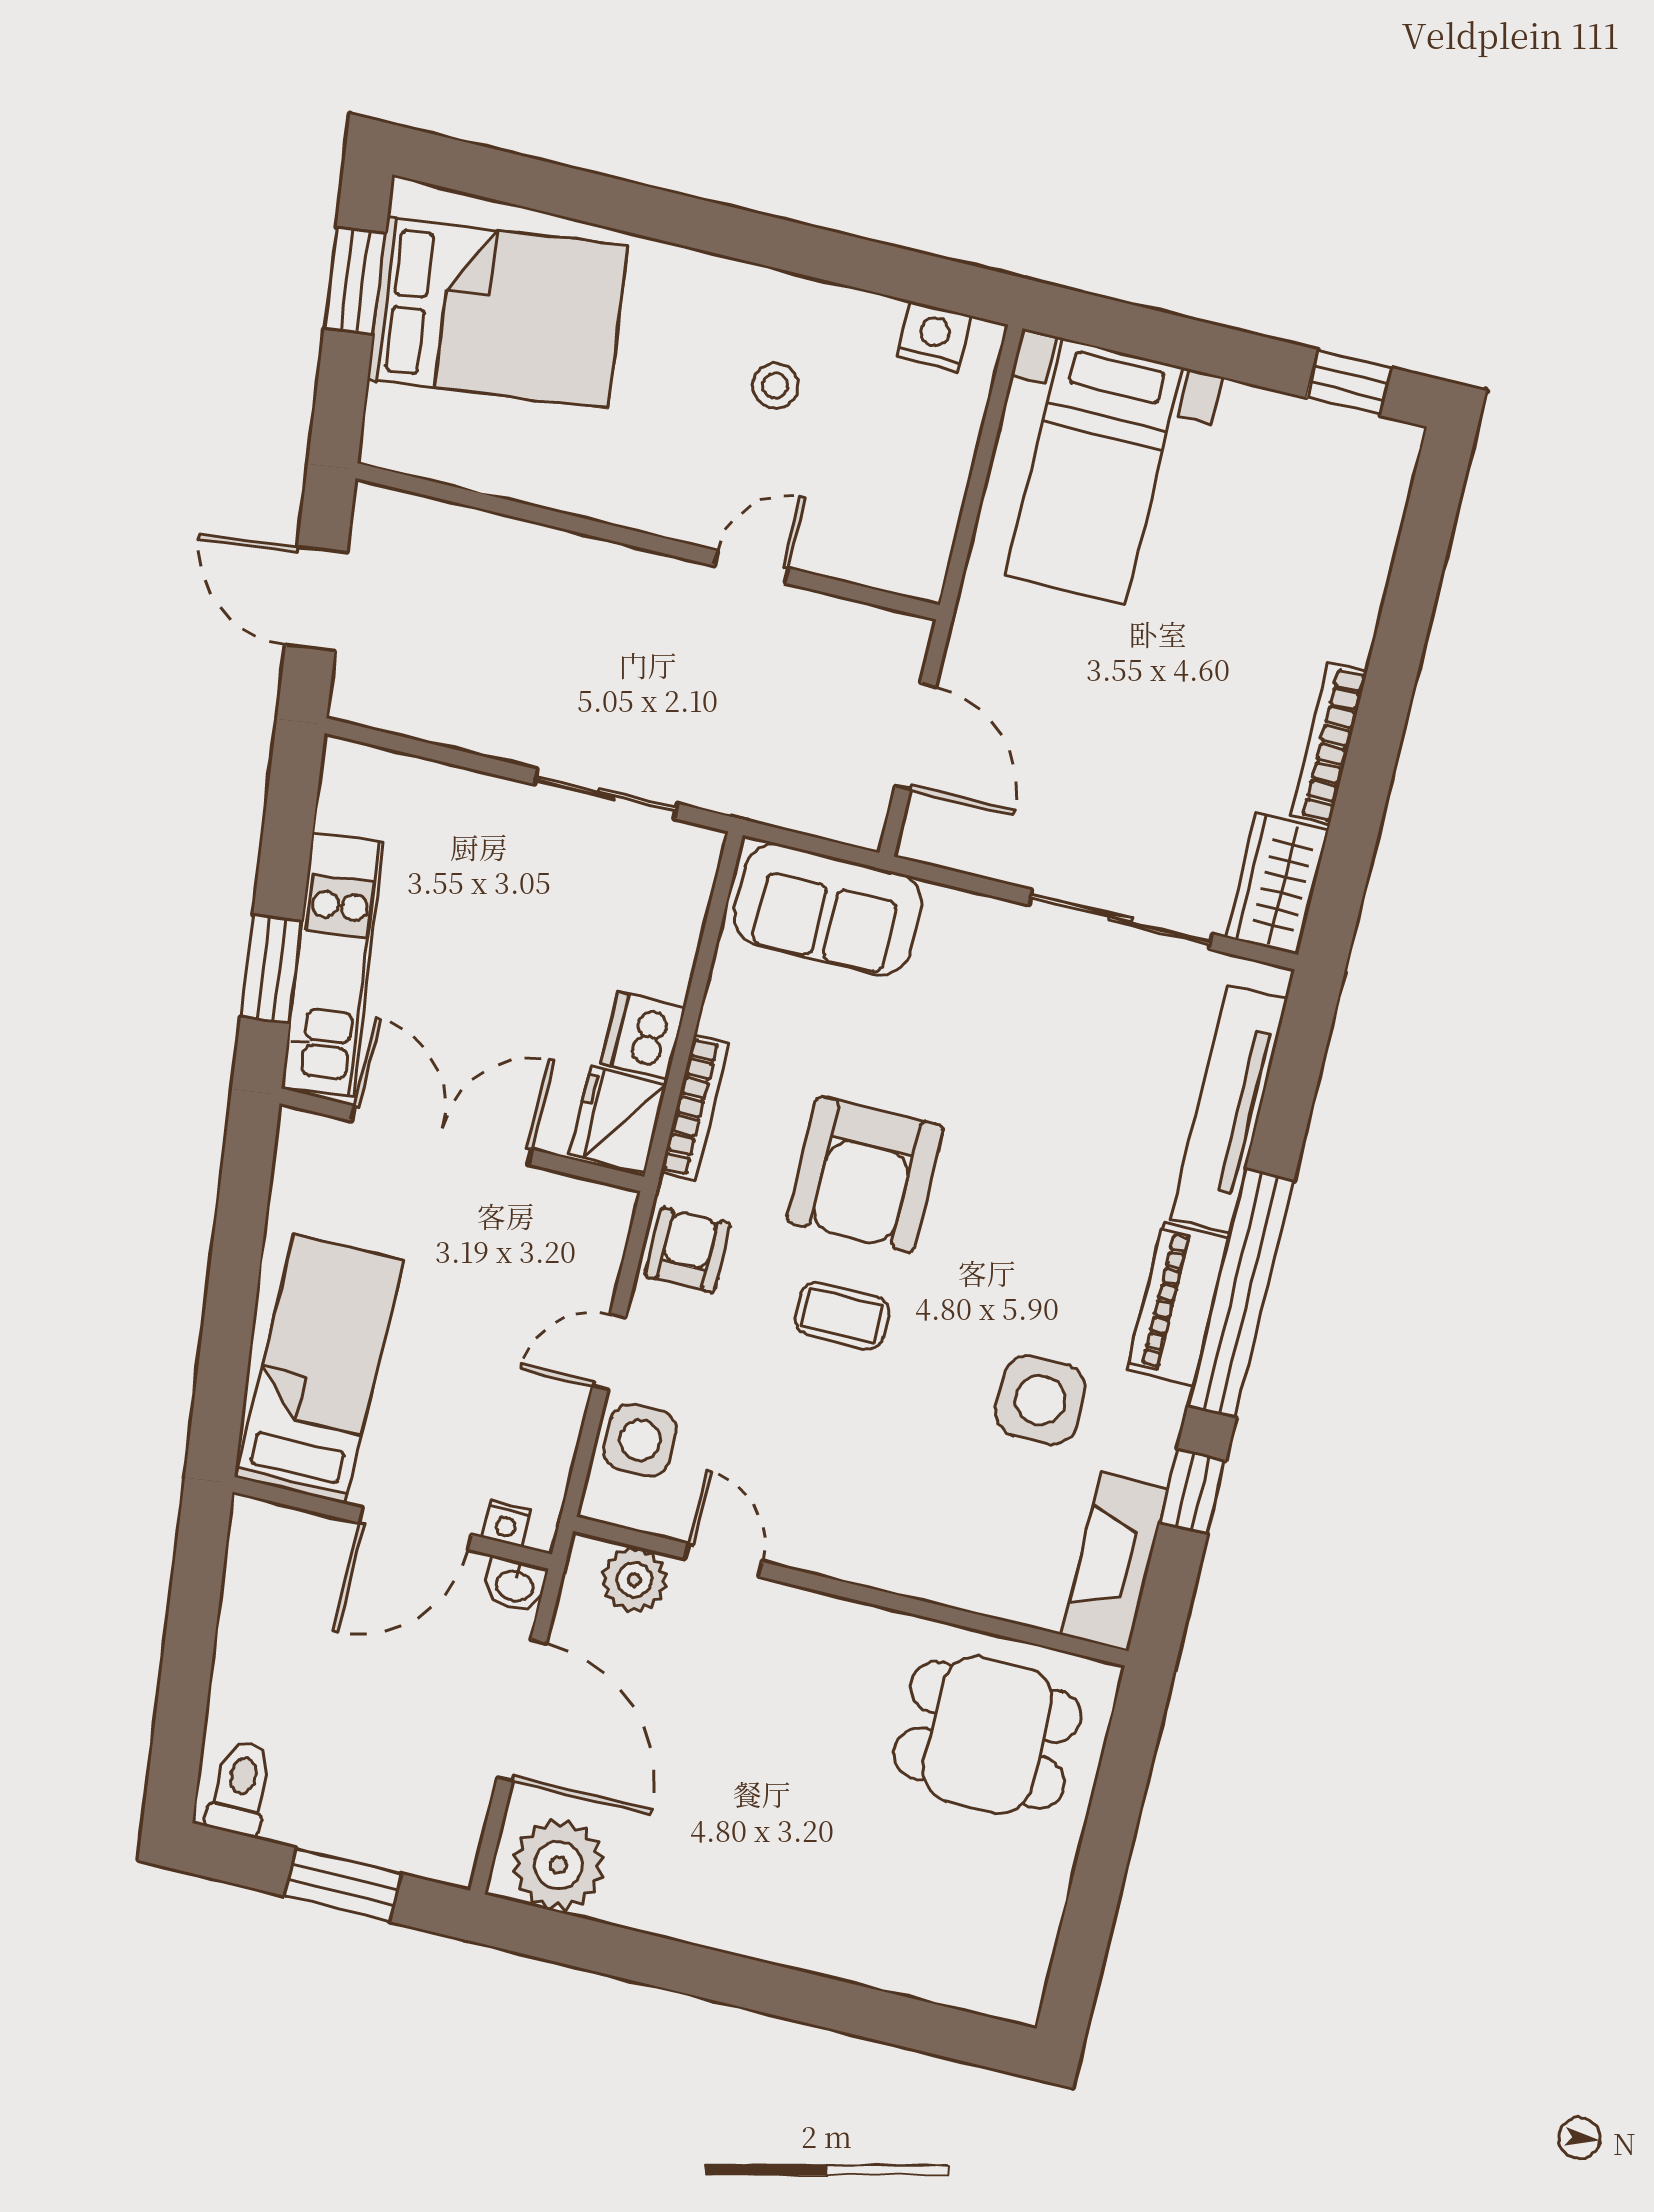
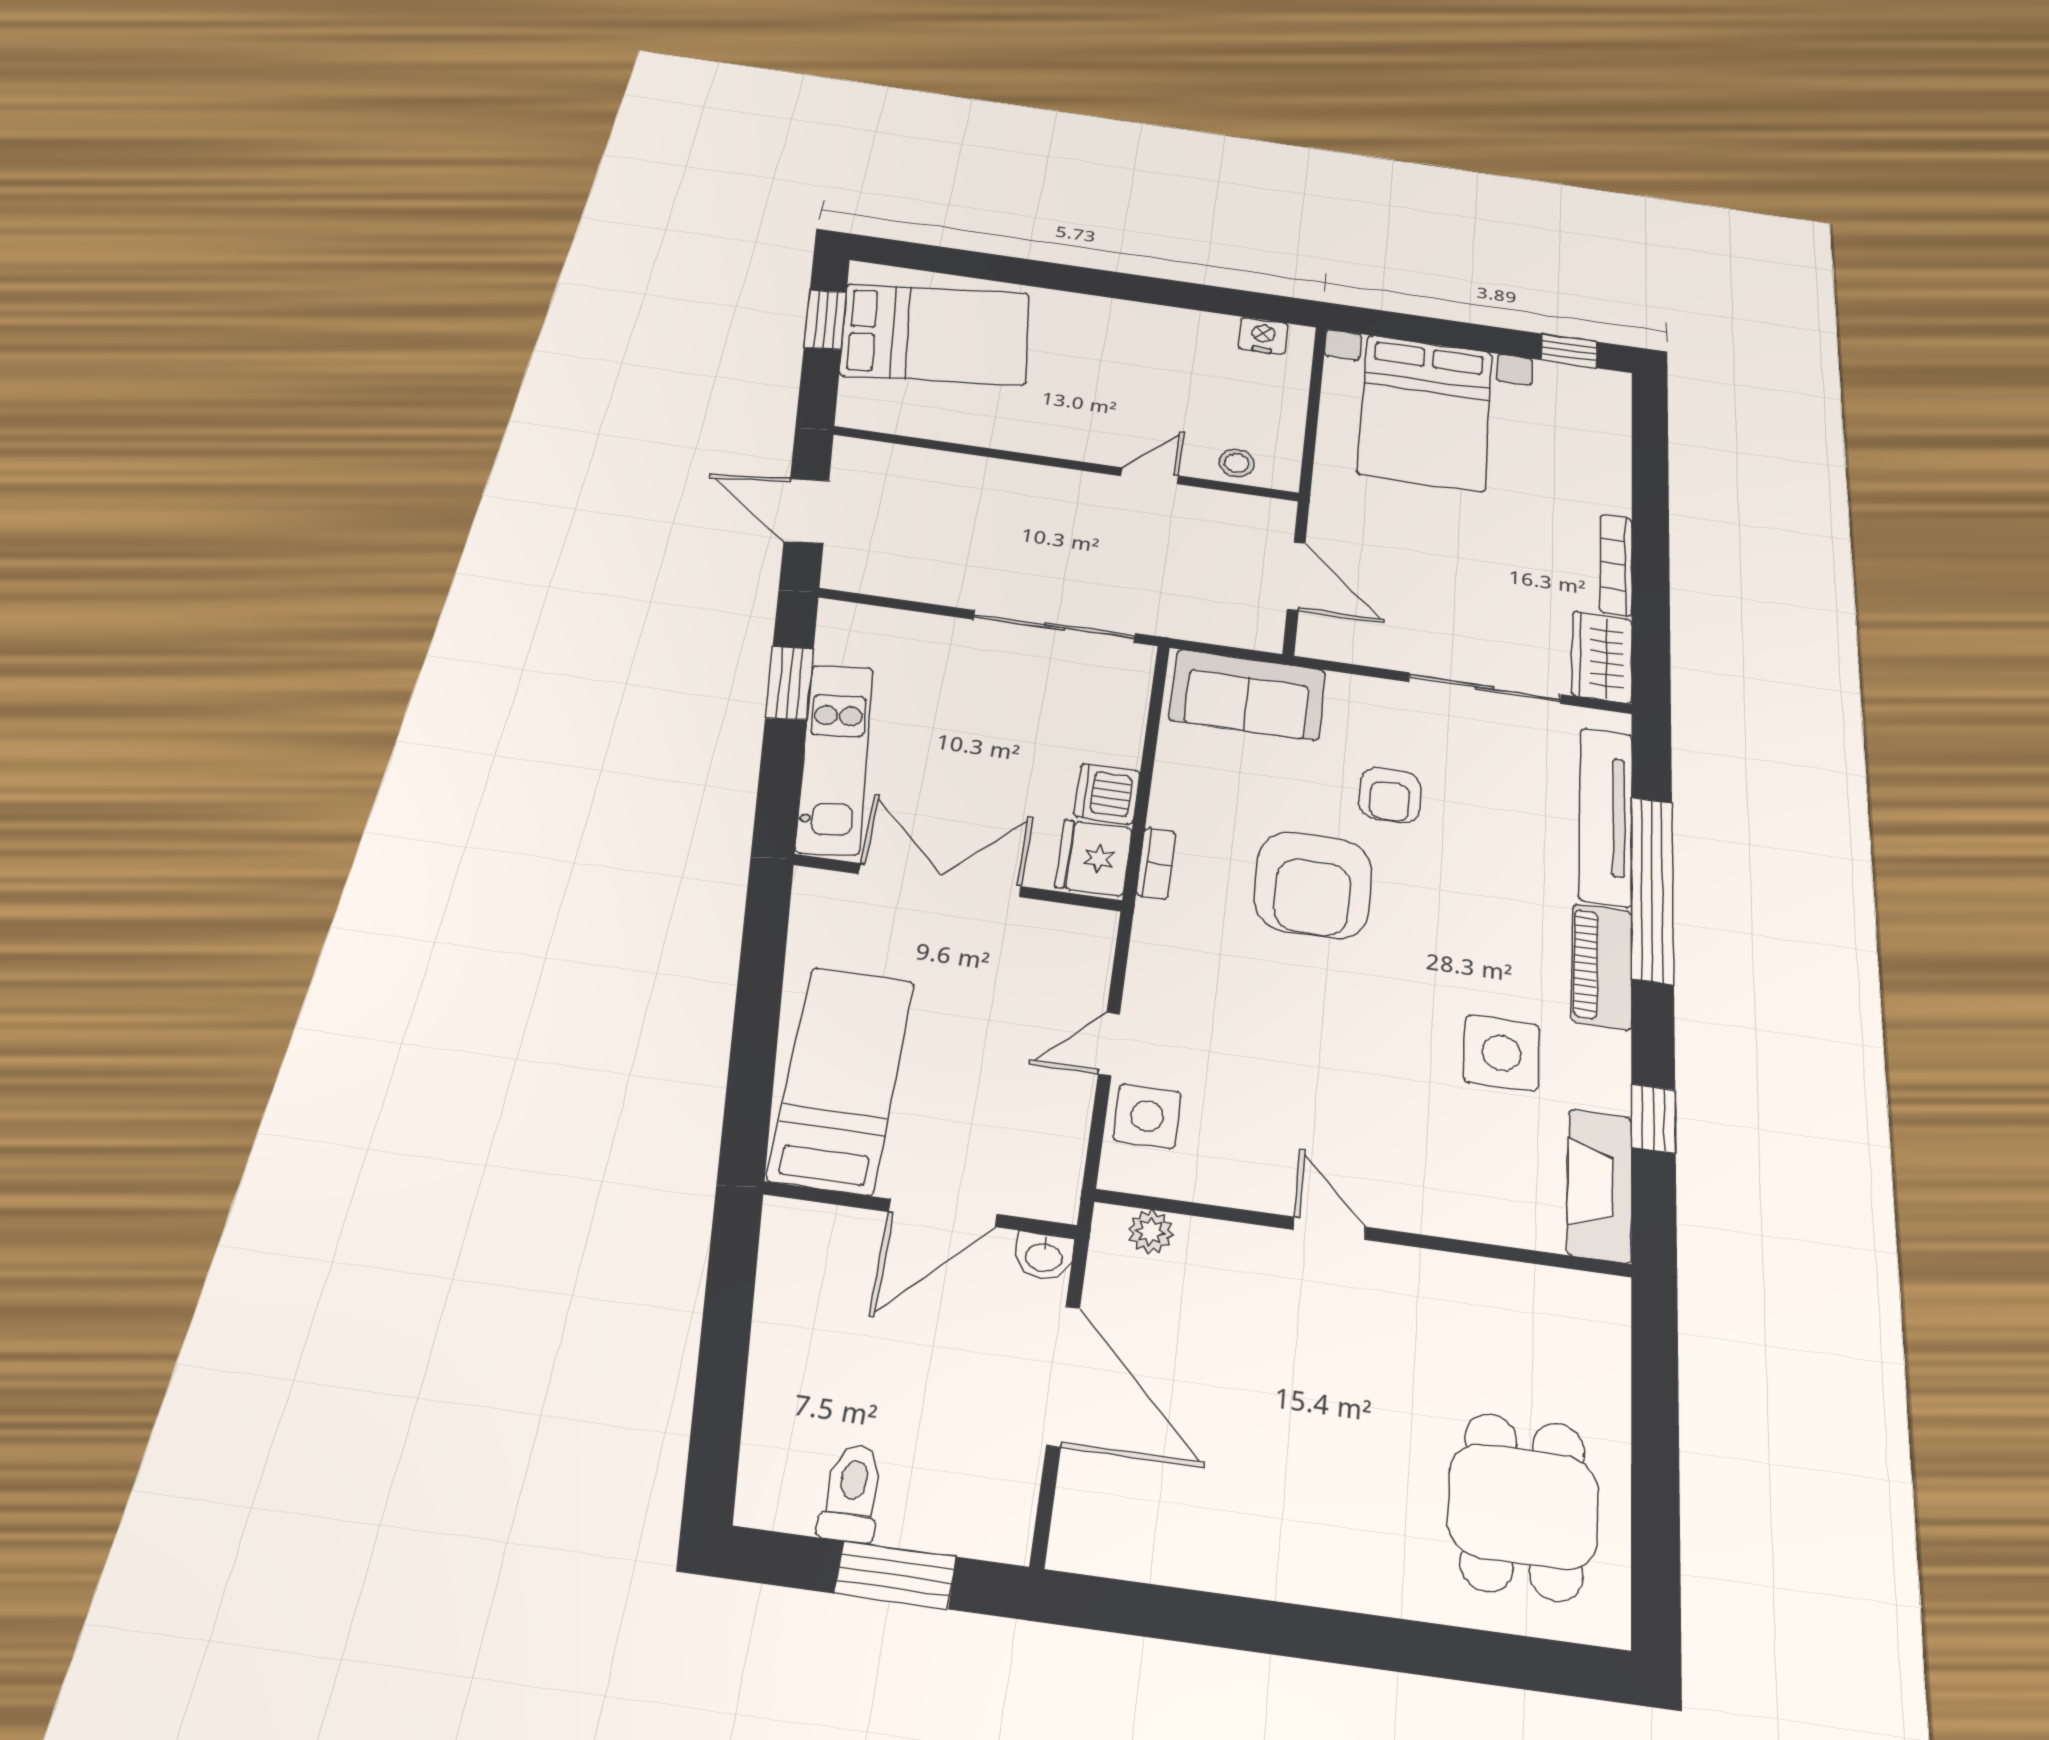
stool: (775, 386) -> (1237, 463), moved
bed with nightstands: (1094, 471) -> (1425, 412), width x1.36
sliding door: (606, 794) -> (1054, 626), width x1.37
window: (271, 969) -> (790, 683), moved
bookcase: (695, 1108) -> (1156, 864), width x0.64
armchair: (688, 1250) -> (1390, 795), moved, turned 180
window: (1241, 1293) -> (1652, 889), moved
coffee table: (842, 1316) -> (1313, 998), removed
nightstand: (506, 1524) -> (1030, 1201), removed
door: (724, 1560) -> (1329, 1228), moved
plant: (634, 1580) -> (1151, 1232), width x0.73, depth x0.73
dining table: (987, 1735) -> (1523, 1506), moved, turned 90
toilet: (240, 1788) -> (852, 1493), moved
plant: (558, 1865) -> (1118, 1530), removed

